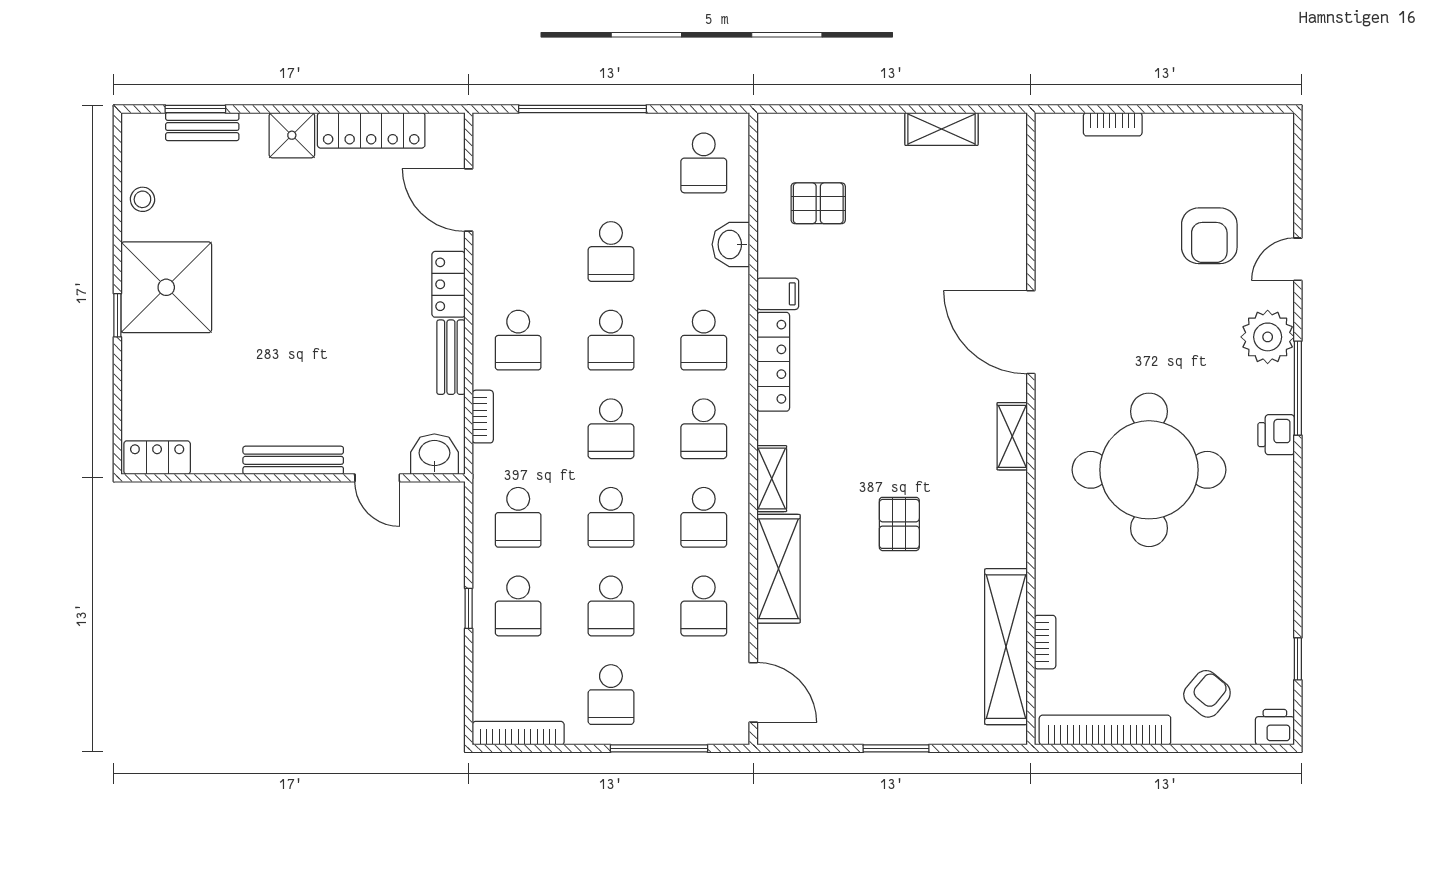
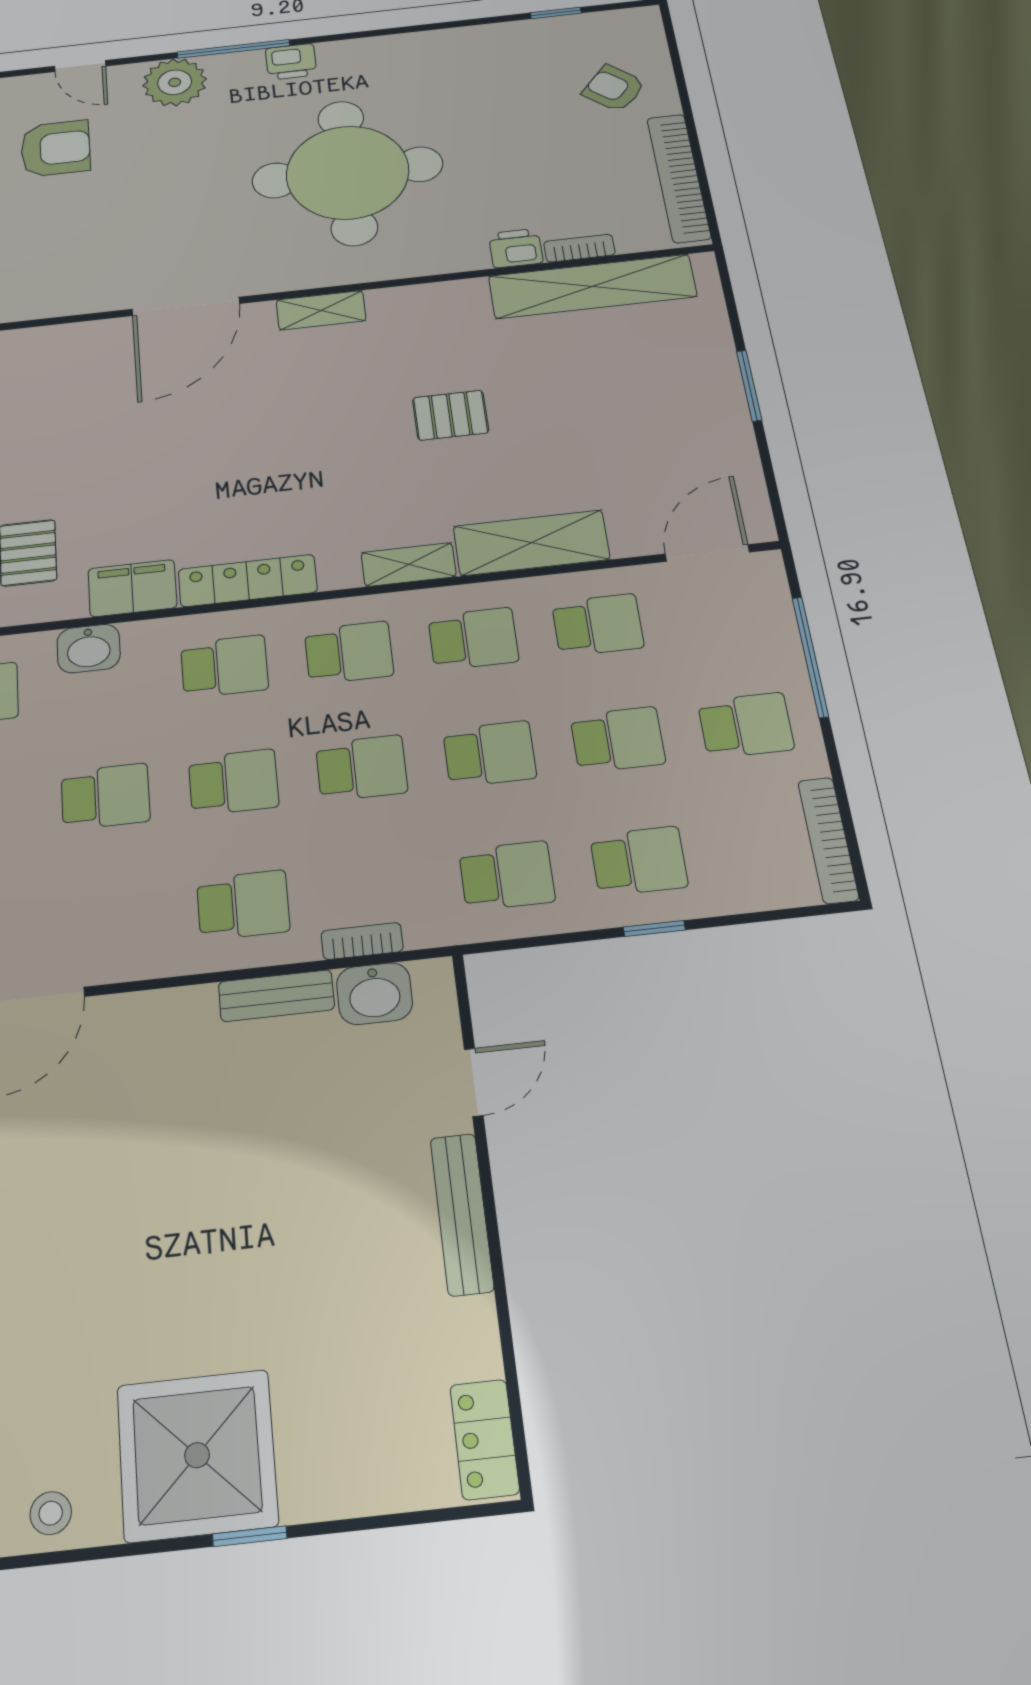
locker: (449, 284) -> (166, 1011), removed
filing cabinet: (778, 294) -> (132, 588), width x2.00
washbasin: (434, 454) -> (374, 994), moved, turned -90
printer: (1275, 727) -> (516, 248), moved, turned 90

